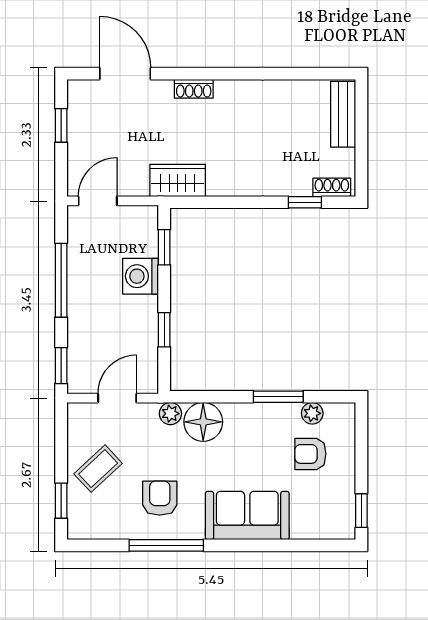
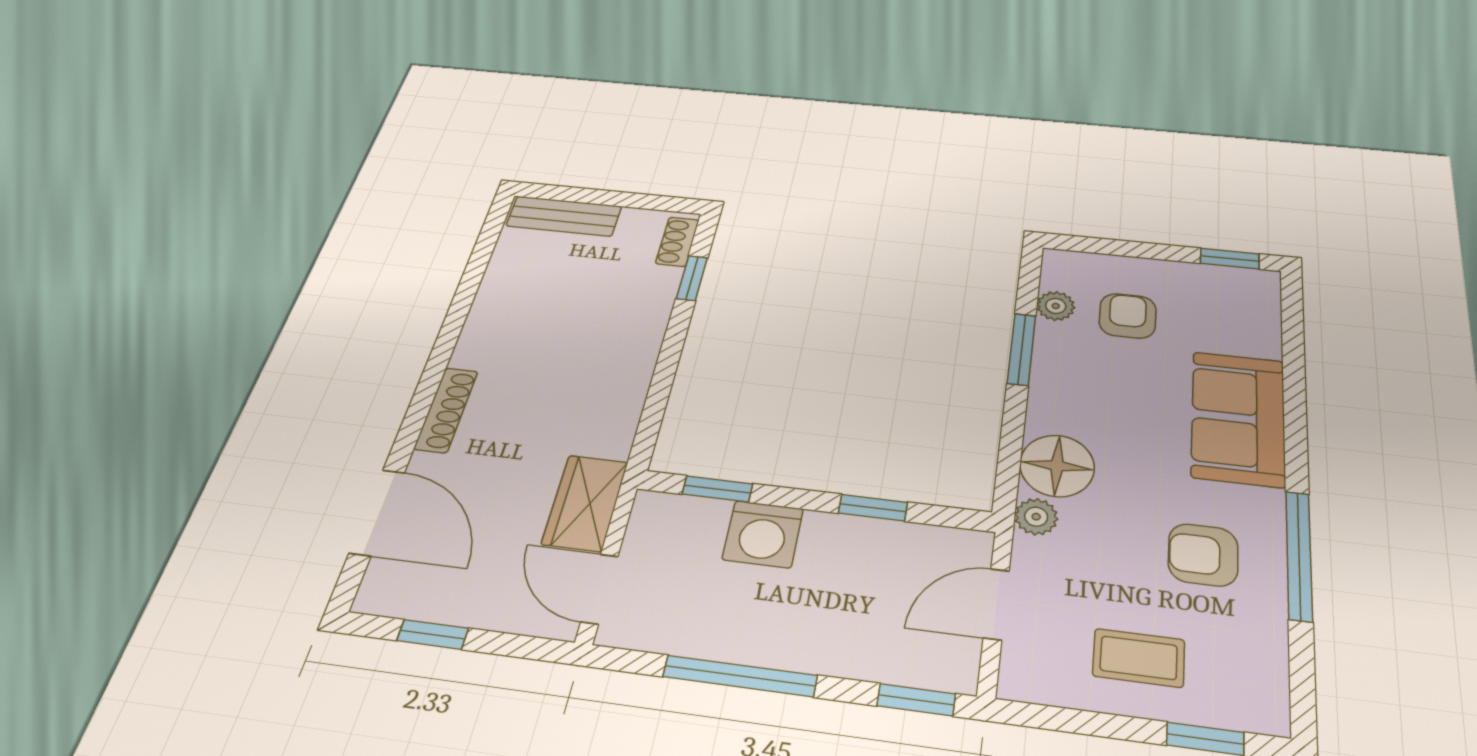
door: (125, 74) -> (377, 512), swing flipped
shoe rack: (194, 89) -> (446, 410), width x1.43
wardrobe: (178, 180) -> (585, 503), moved
door: (117, 398) -> (996, 604), hinge flipped
armchair: (310, 454) -> (1128, 316), turned 180
coffee table: (98, 469) -> (1139, 658), turned -47

